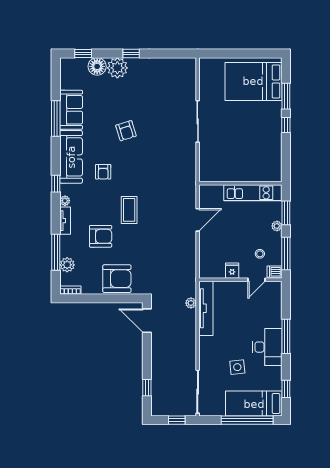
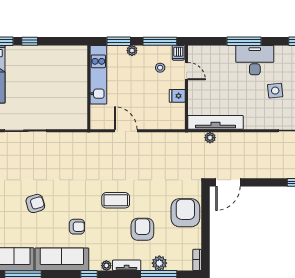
plant: (67, 265) -> (159, 263), moved

